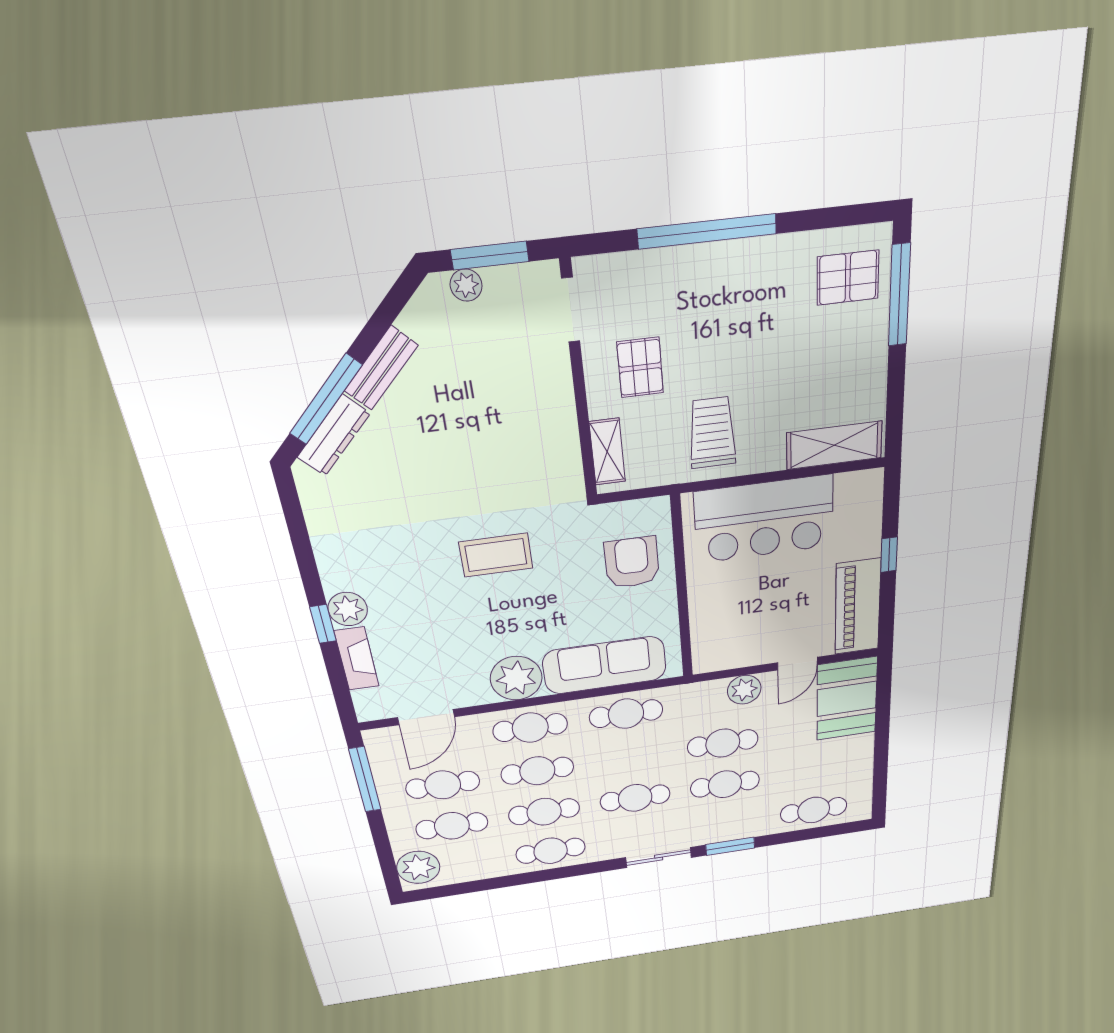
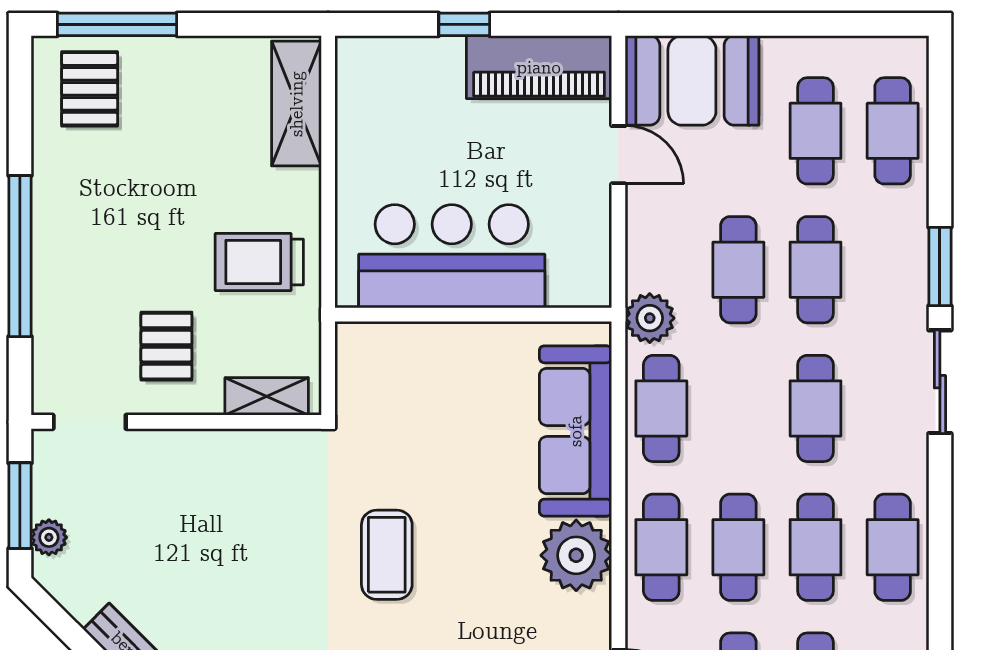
pallet: (640, 368) -> (166, 346), turned 90
bar counter: (764, 519) -> (452, 256), moved, turned -90
armchair: (632, 562) -> (423, 379), removed
plant: (744, 690) -> (650, 318), moved
cafe table: (814, 771) -> (815, 131), added

